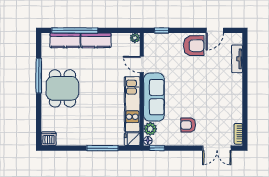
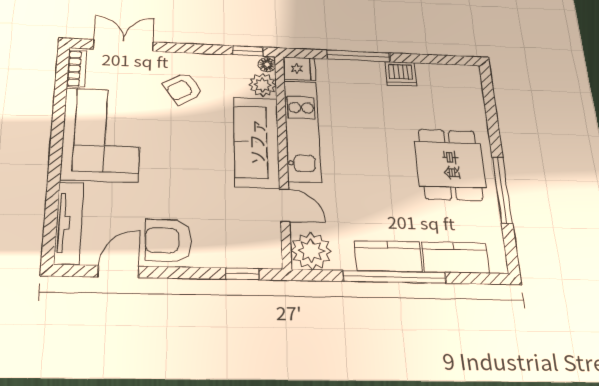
window: (75, 30) -> (395, 277), moved
plant: (135, 38) -> (311, 251), width x1.88, depth x1.88
tv unit: (237, 59) -> (69, 223), width x1.41
corner sofa: (225, 98) -> (101, 135), added
armchair: (188, 125) -> (183, 88), turned 148
dishwasher: (49, 139) -> (401, 74), moved

